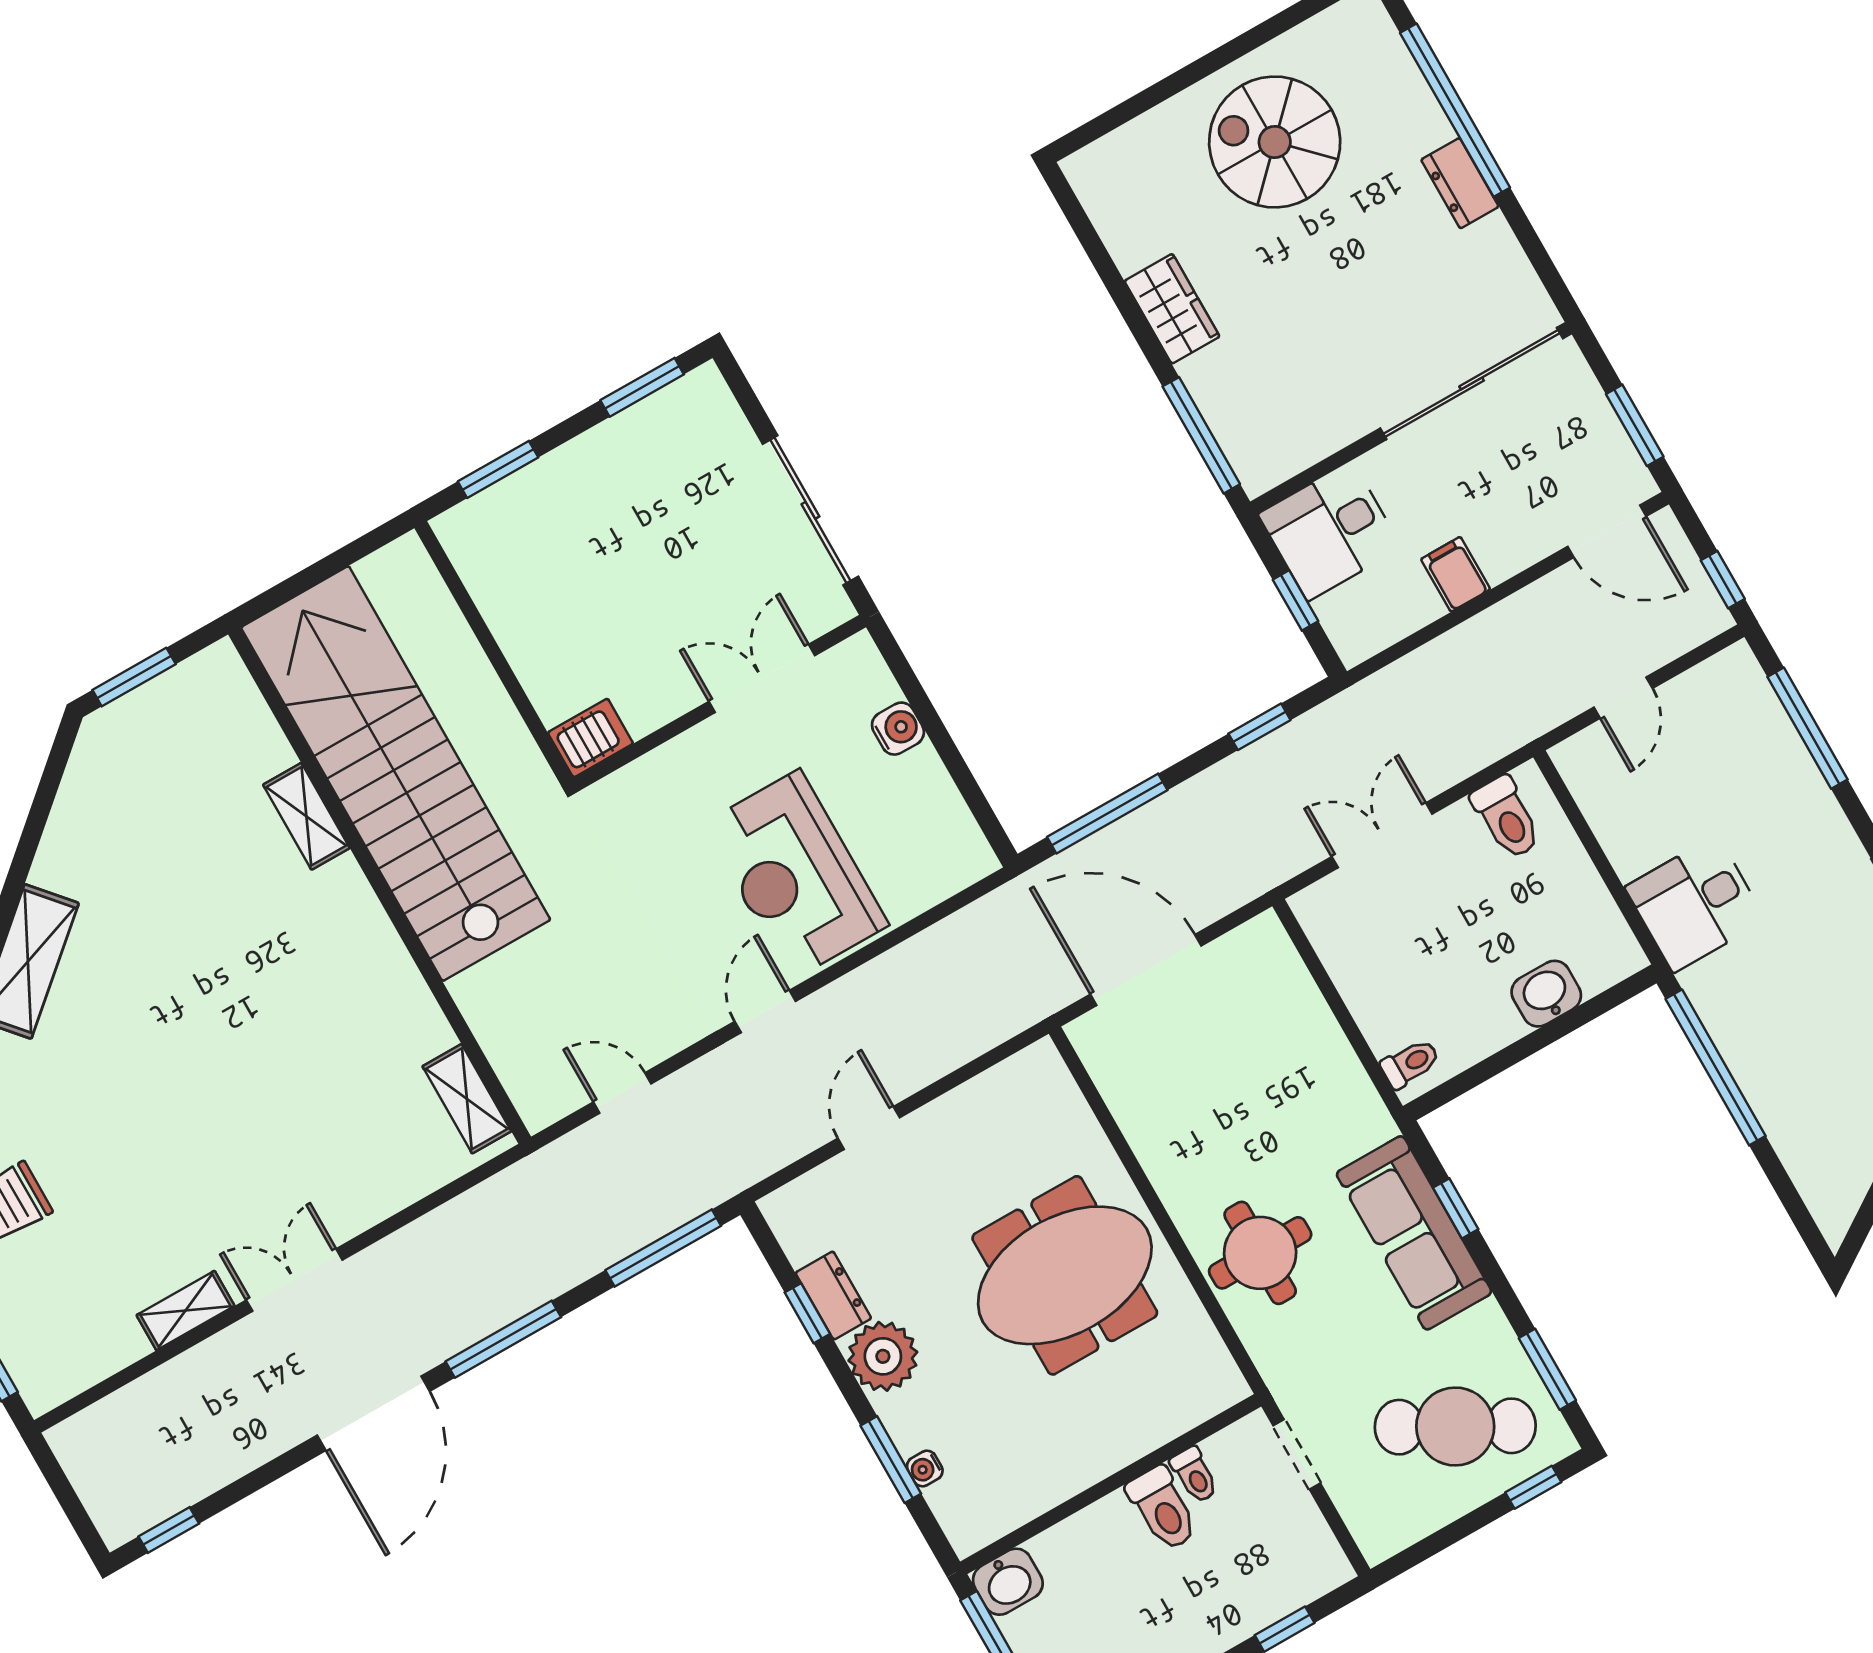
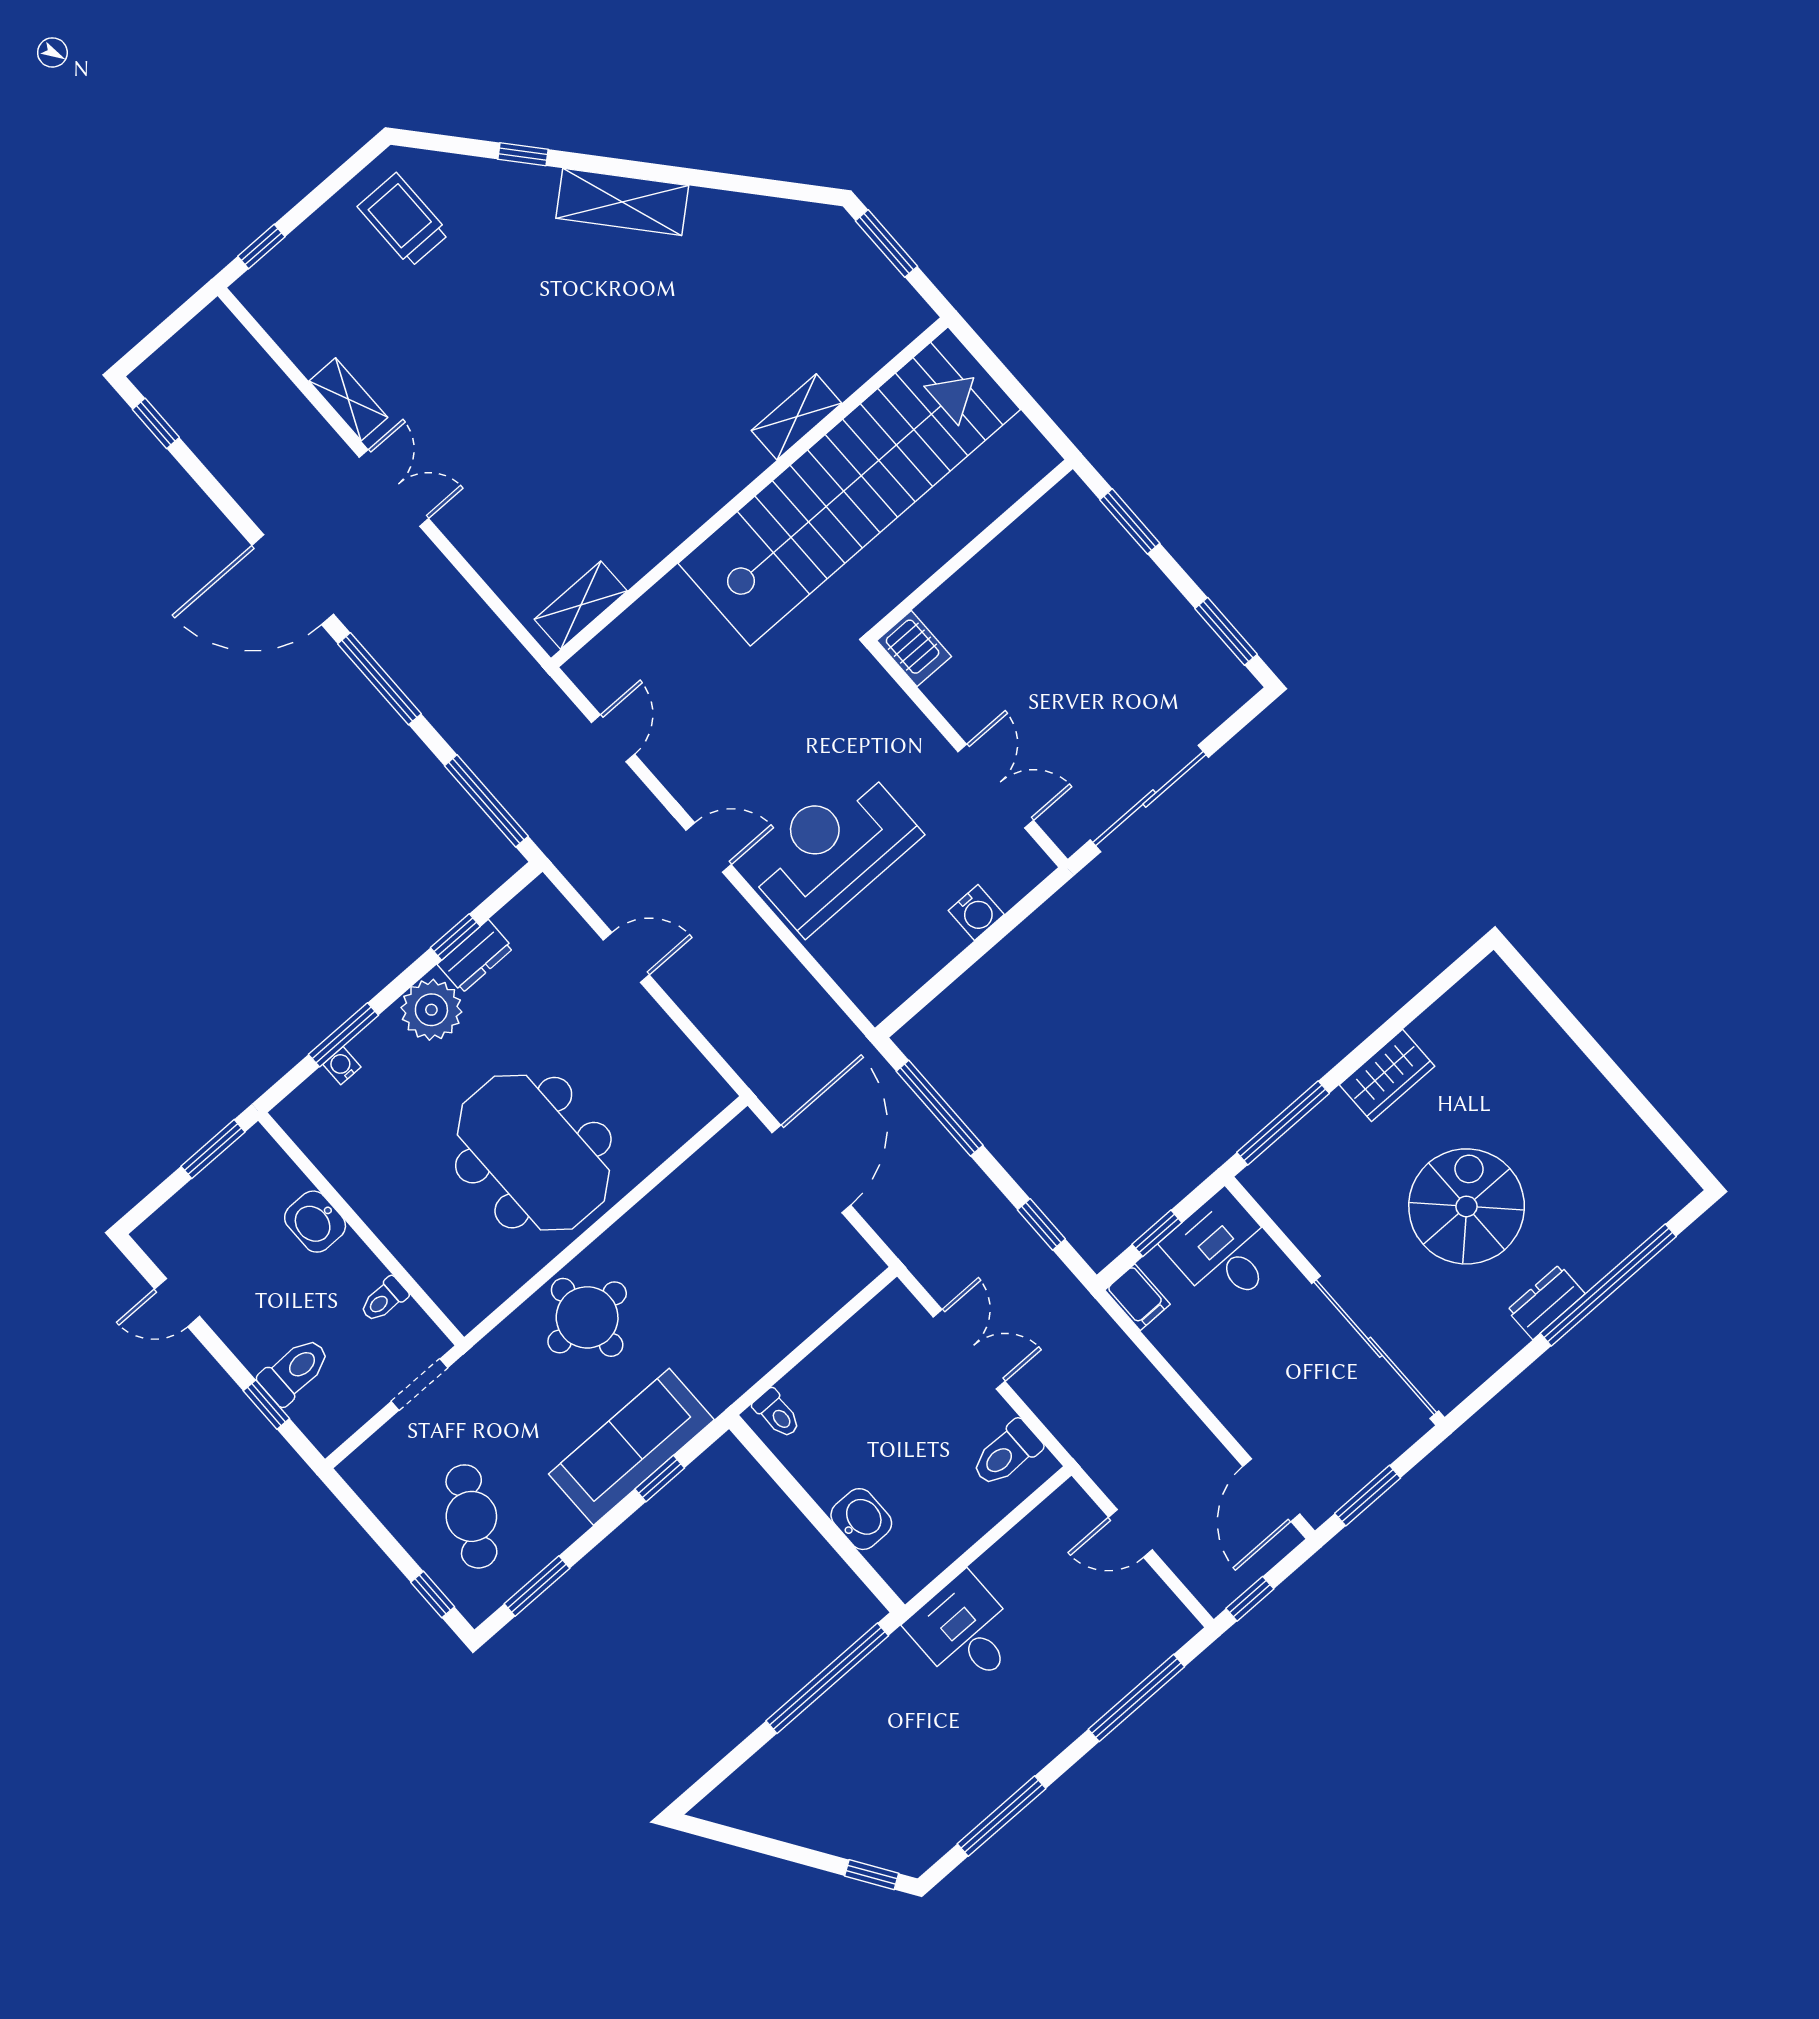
spiral stairs: (1275, 142) -> (1467, 1206), moved
filing cabinet: (1456, 574) -> (1138, 1297), moved, turned 90
cafe table: (1455, 1426) -> (471, 1516), width x0.73, depth x0.74
toilet: (1163, 1509) -> (295, 1371), moved, turned 180
washbasin: (1008, 1582) -> (315, 1222), moved

